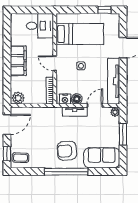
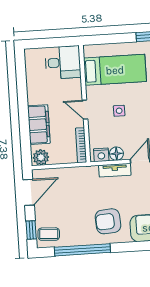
filing cabinet: (18, 61) -> (39, 125), moved
window: (66, 172) -> (82, 250), moved

